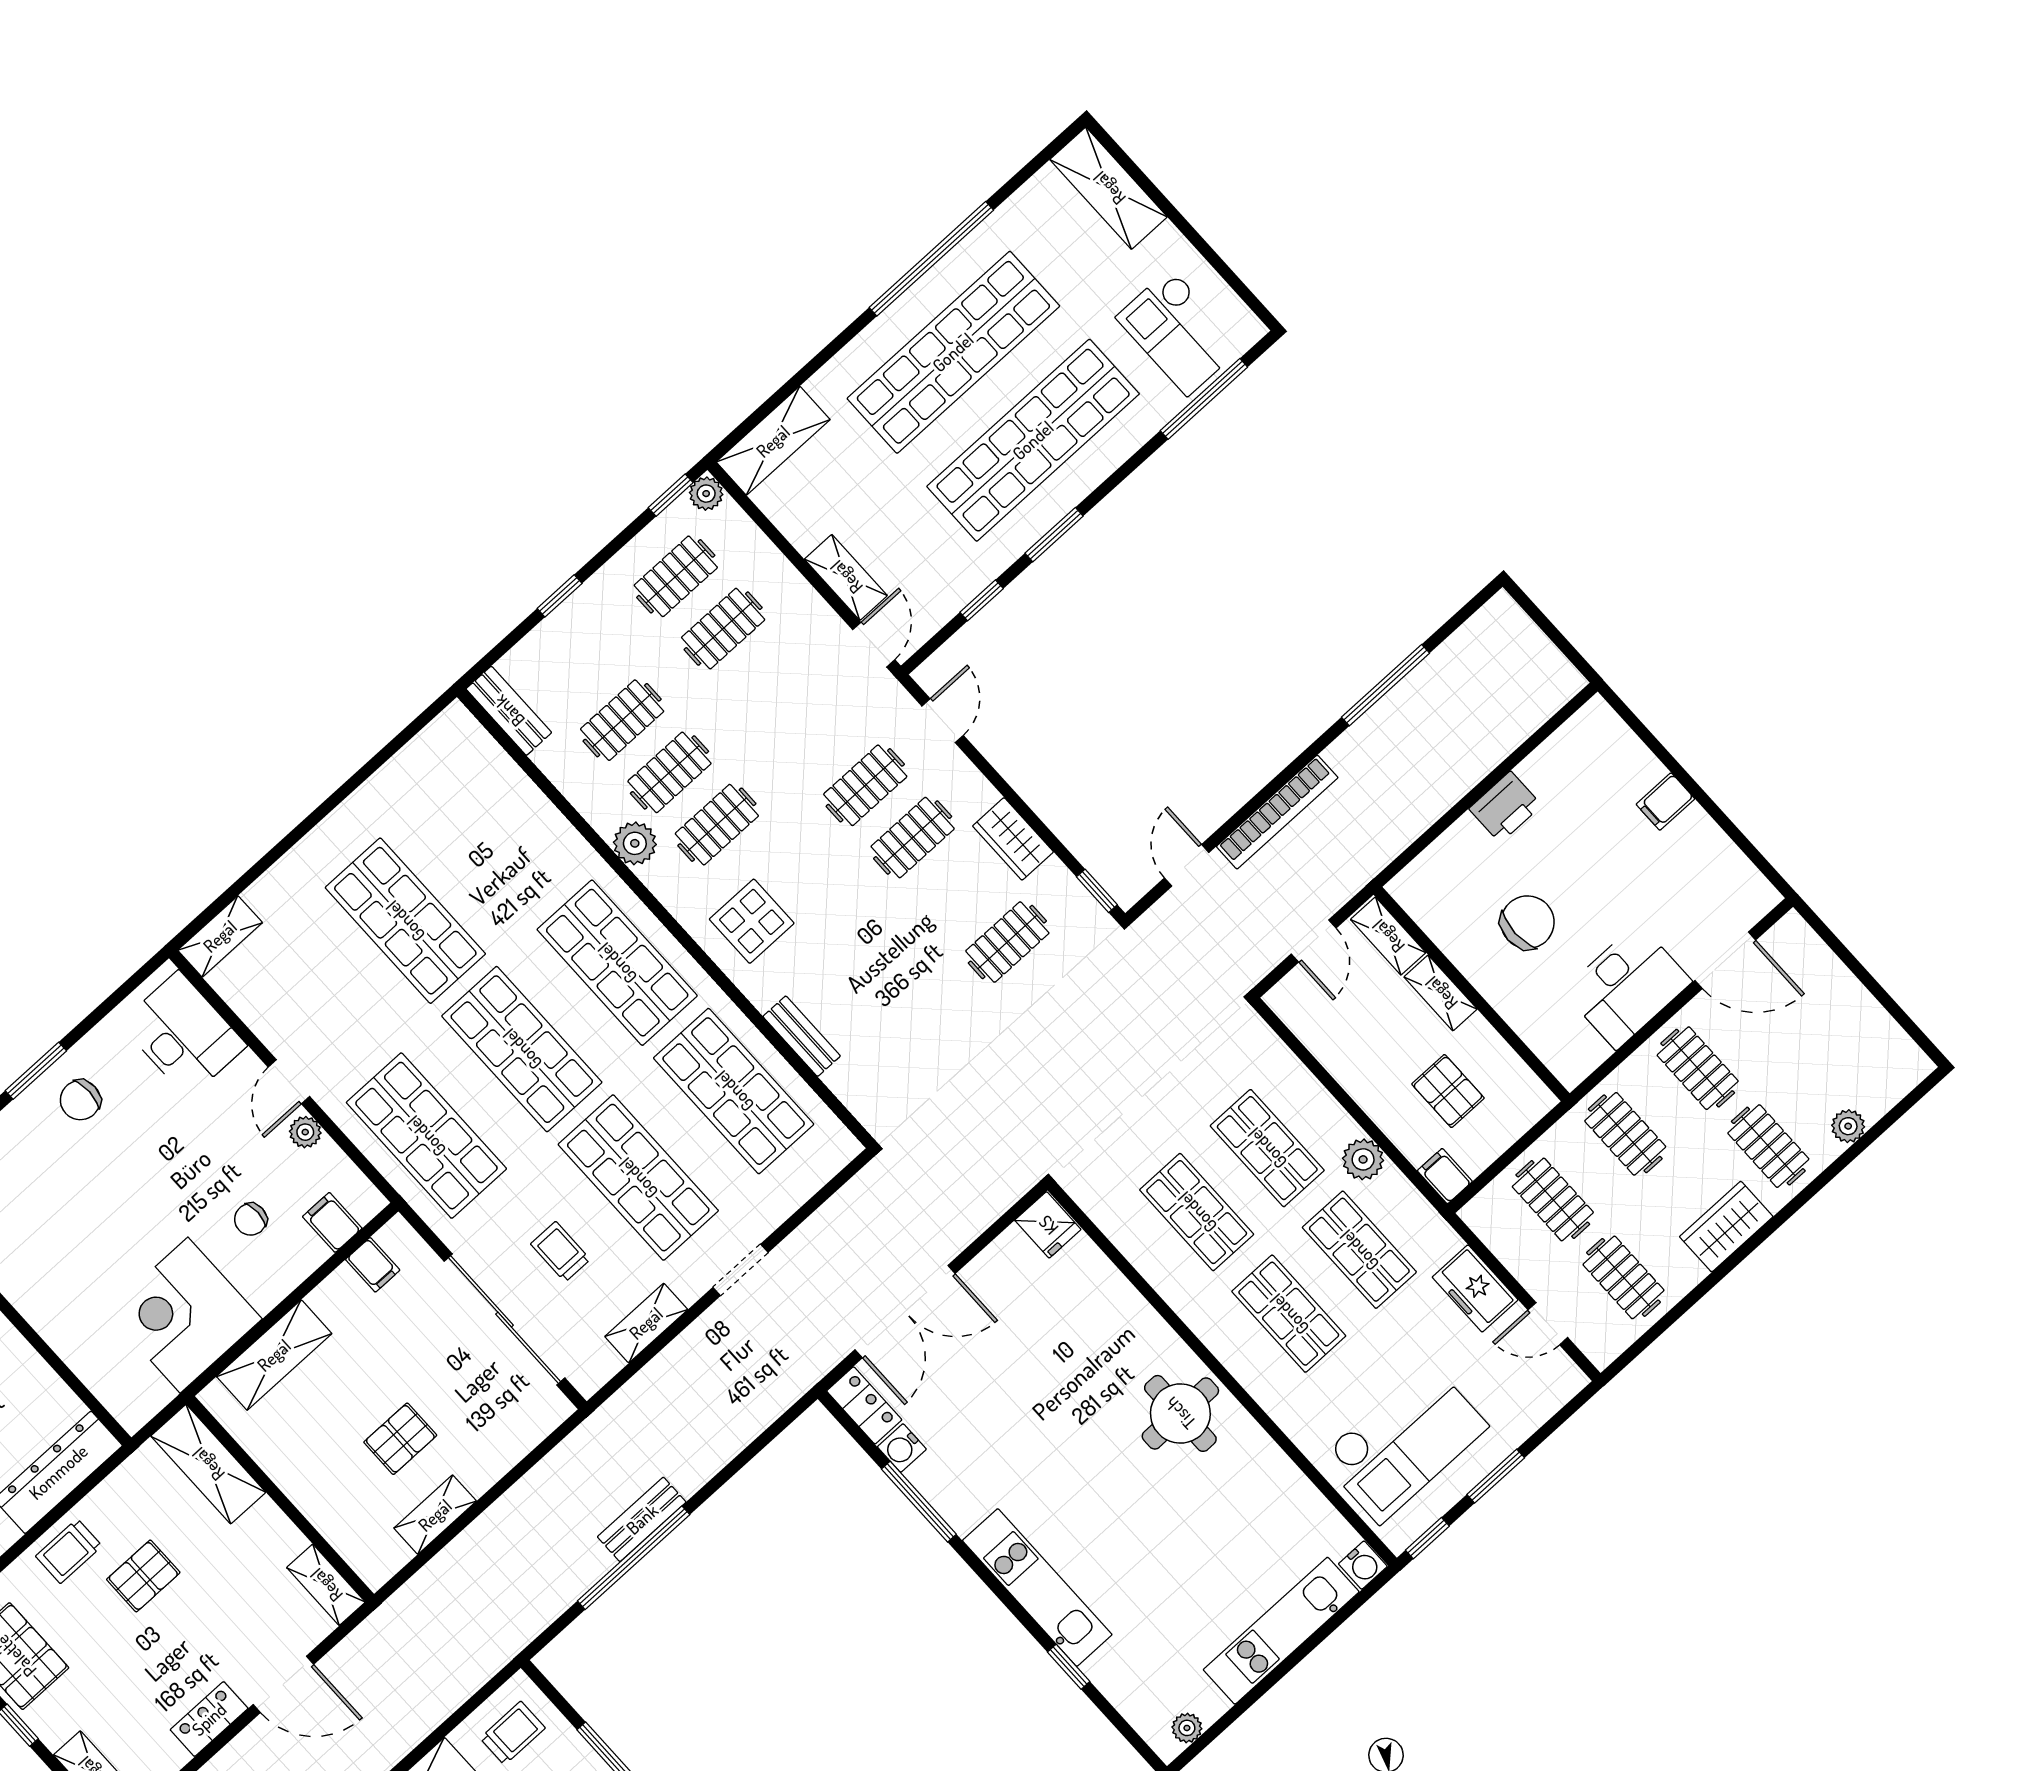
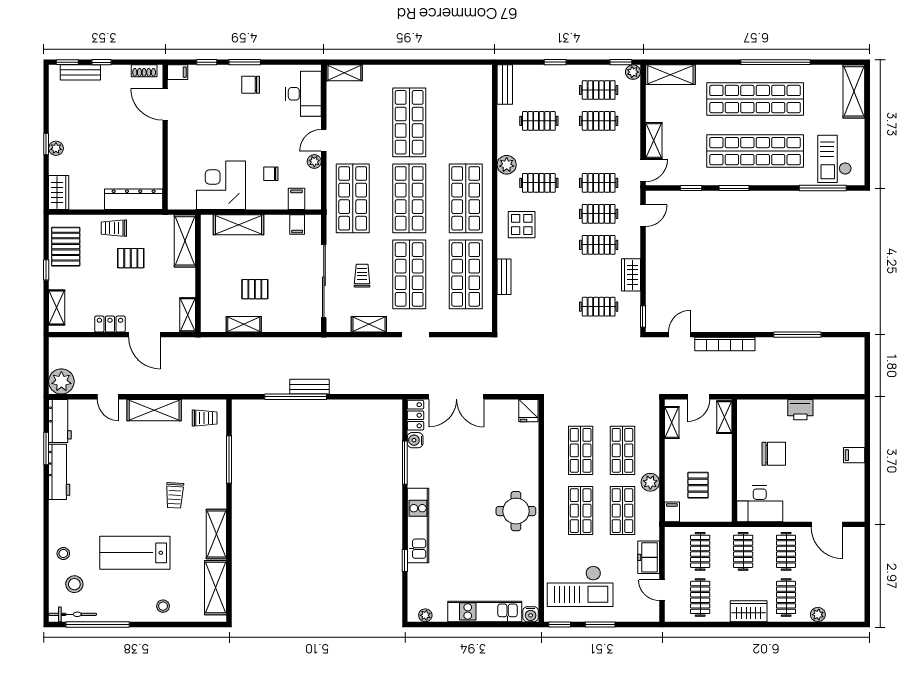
clothes rail: (669, 772) -> (599, 183), moved
desk: (1627, 986) -> (760, 504), moved
shelving: (1441, 993) -> (672, 422), moved

